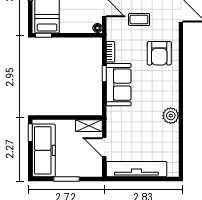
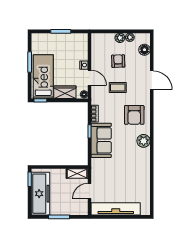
wardrobe: (74, 25) -> (65, 92), added
plant: (171, 116) -> (144, 141), moved
door: (104, 147) -> (90, 191), hinge flipped

